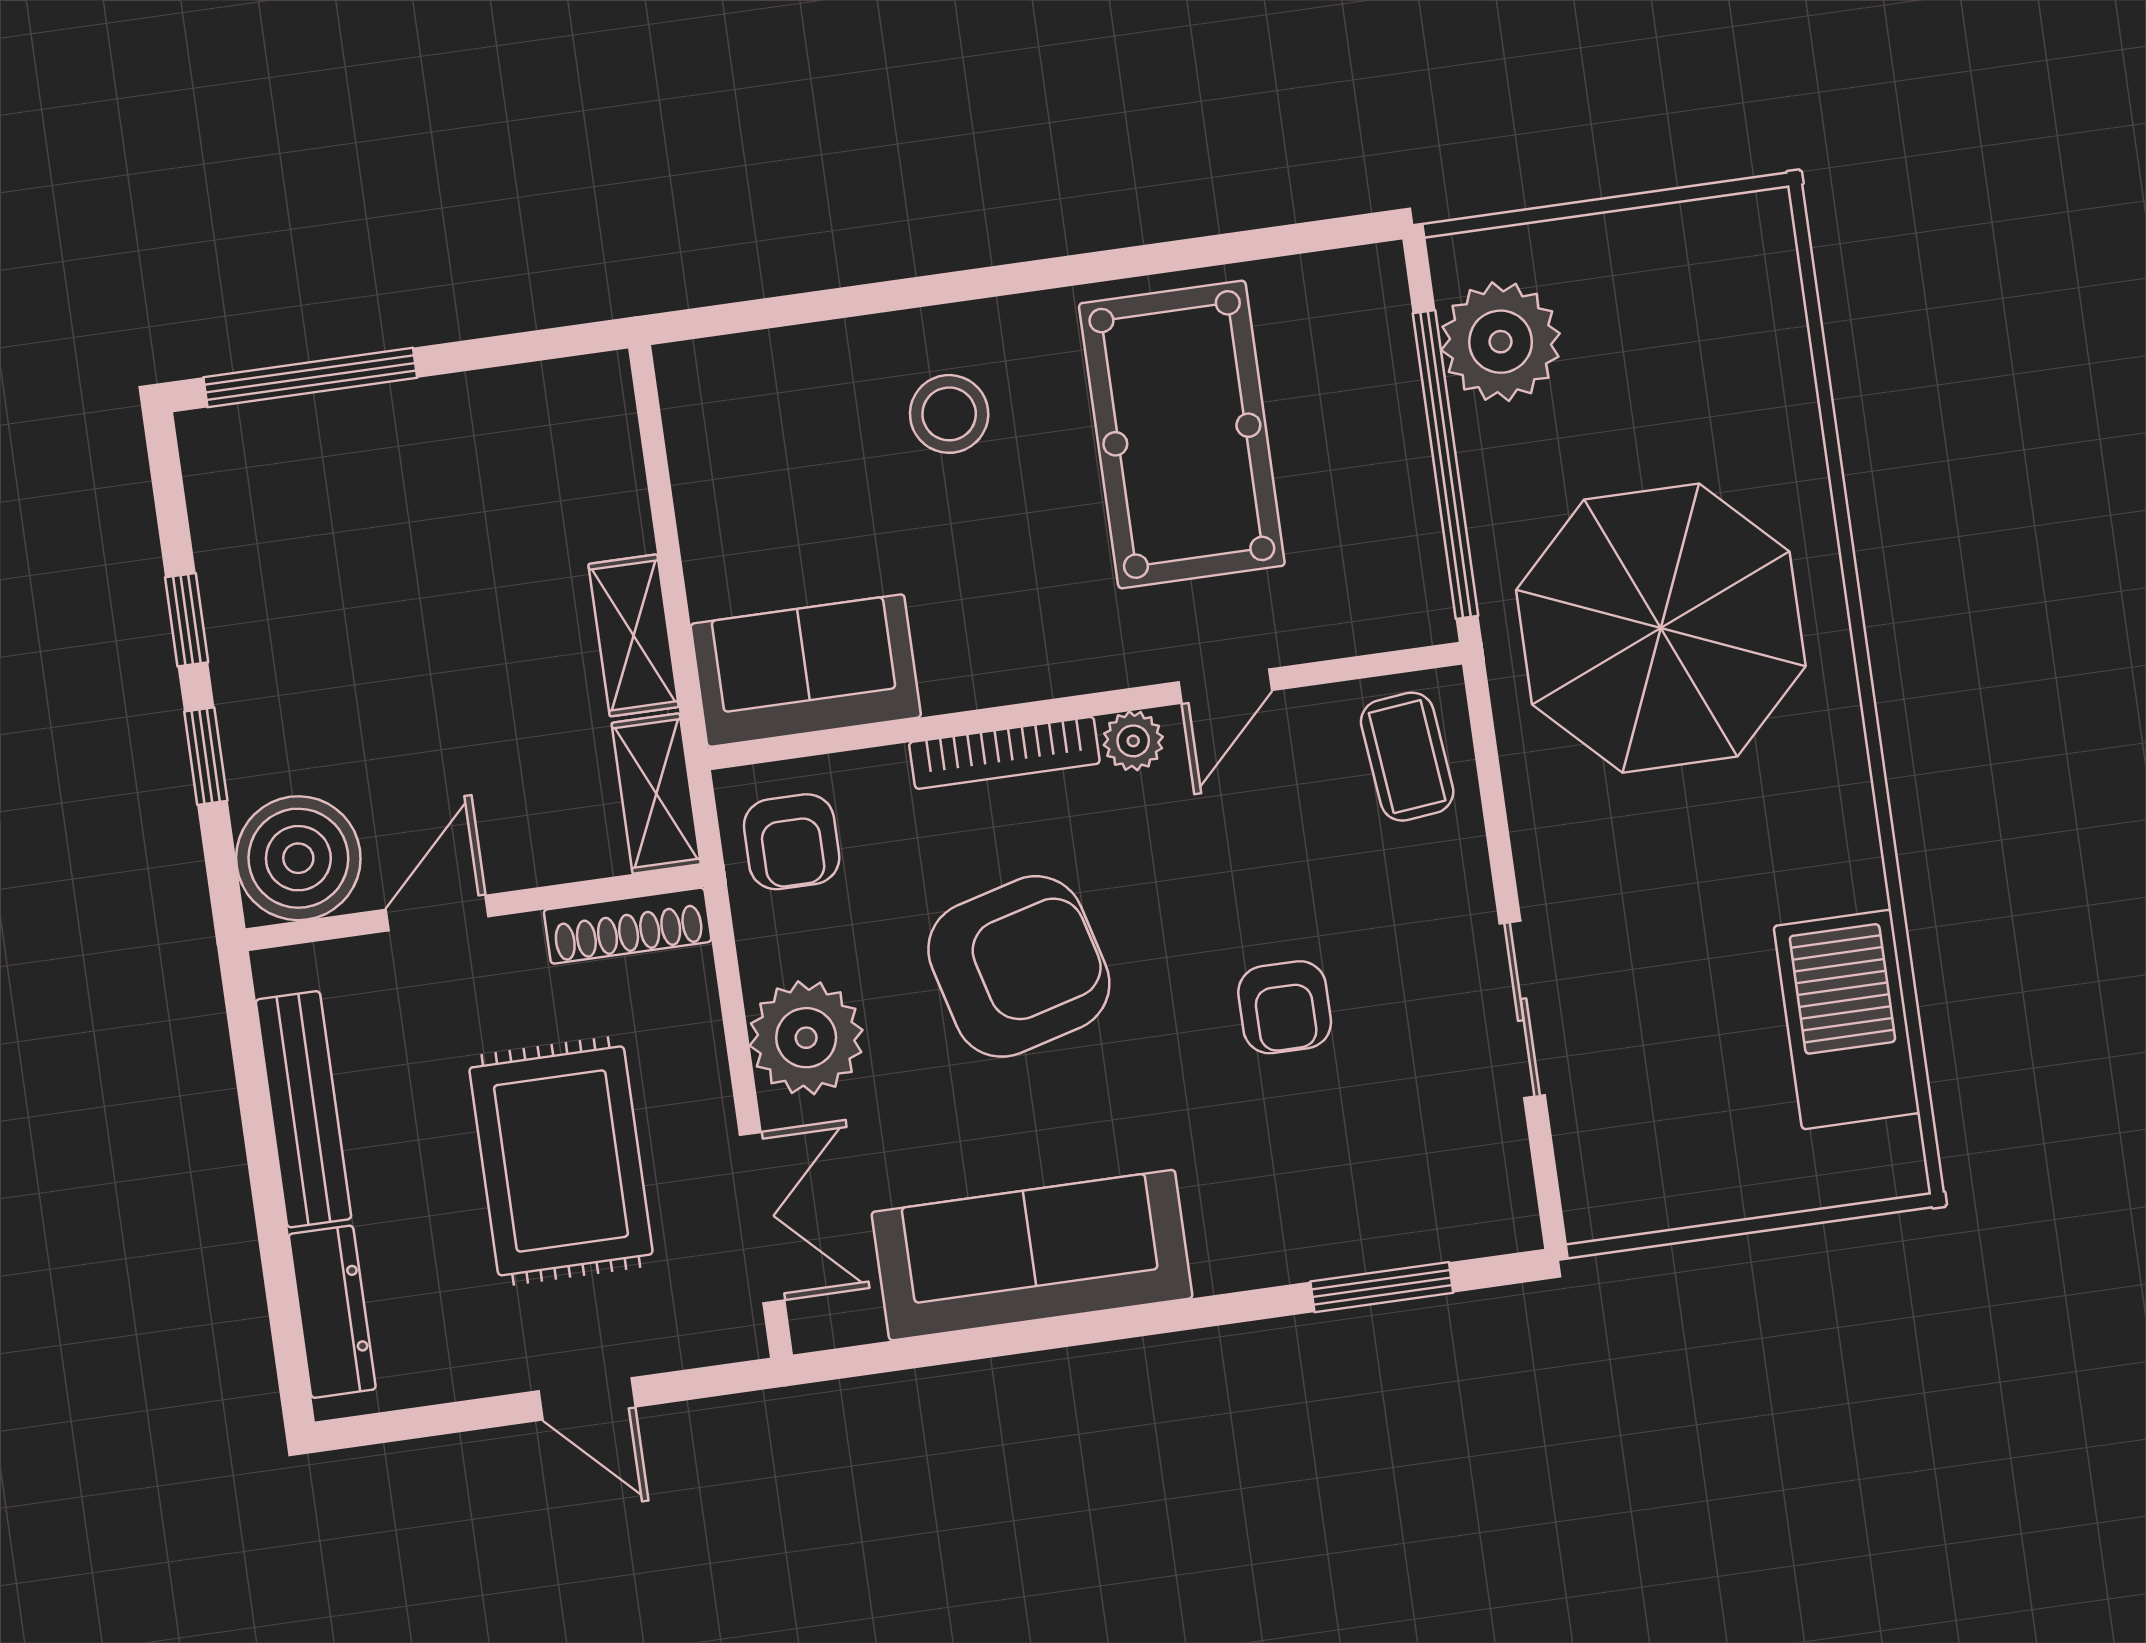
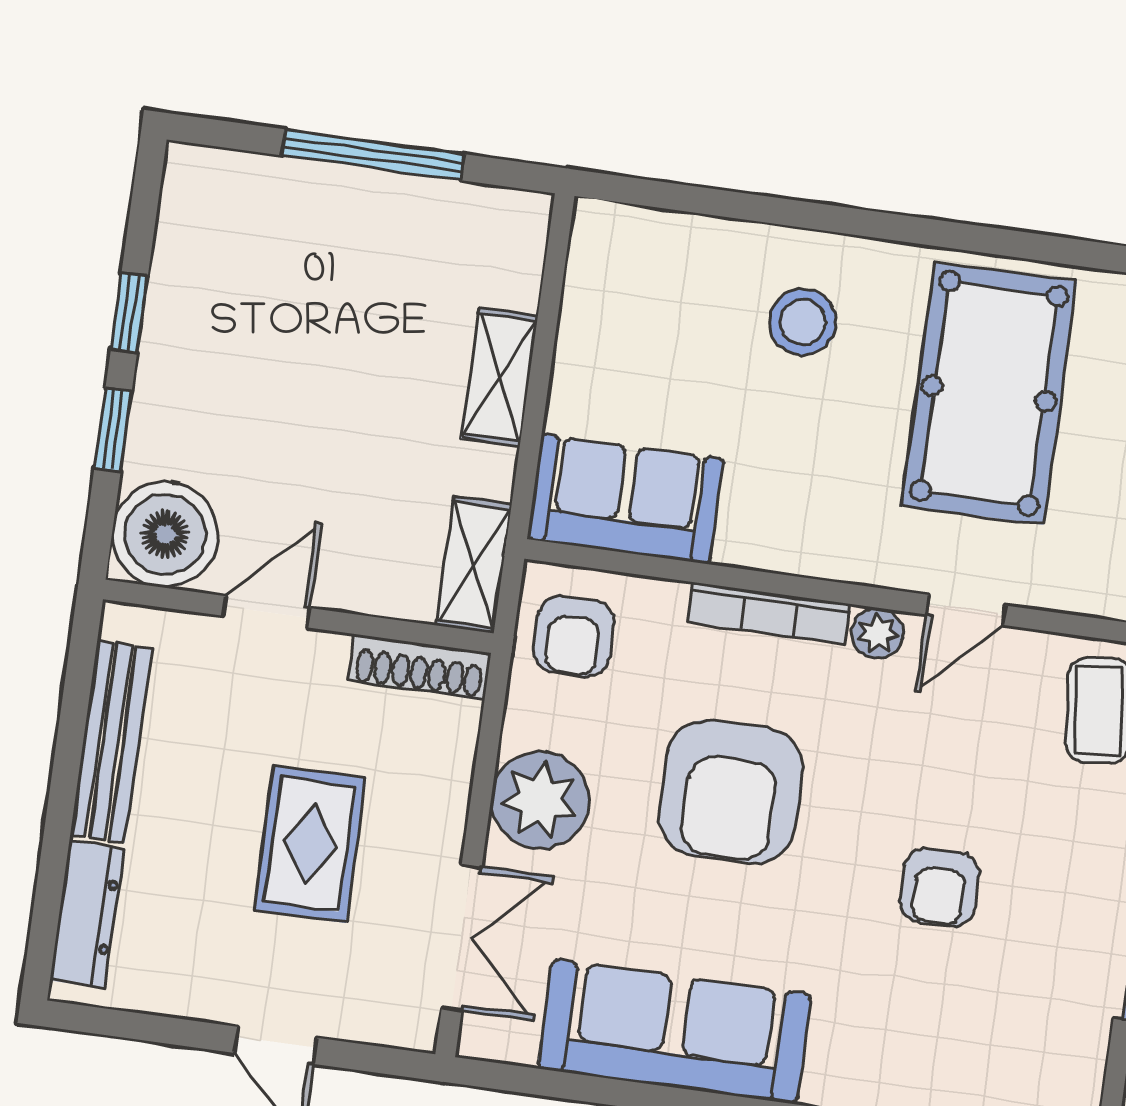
window: (310, 378) -> (373, 155), moved
shelving: (634, 635) -> (500, 377), moved
armchair: (1019, 966) -> (731, 792), turned 105
rug: (561, 1161) -> (310, 844), width x0.73, depth x0.70

